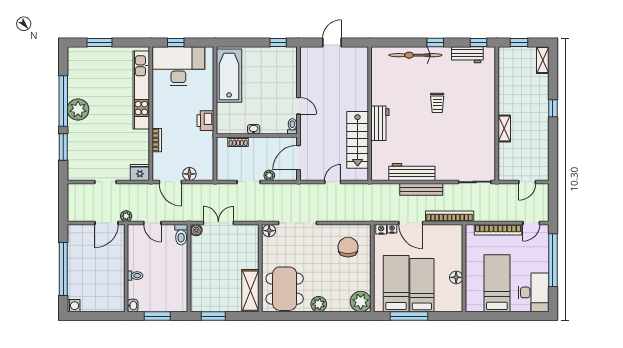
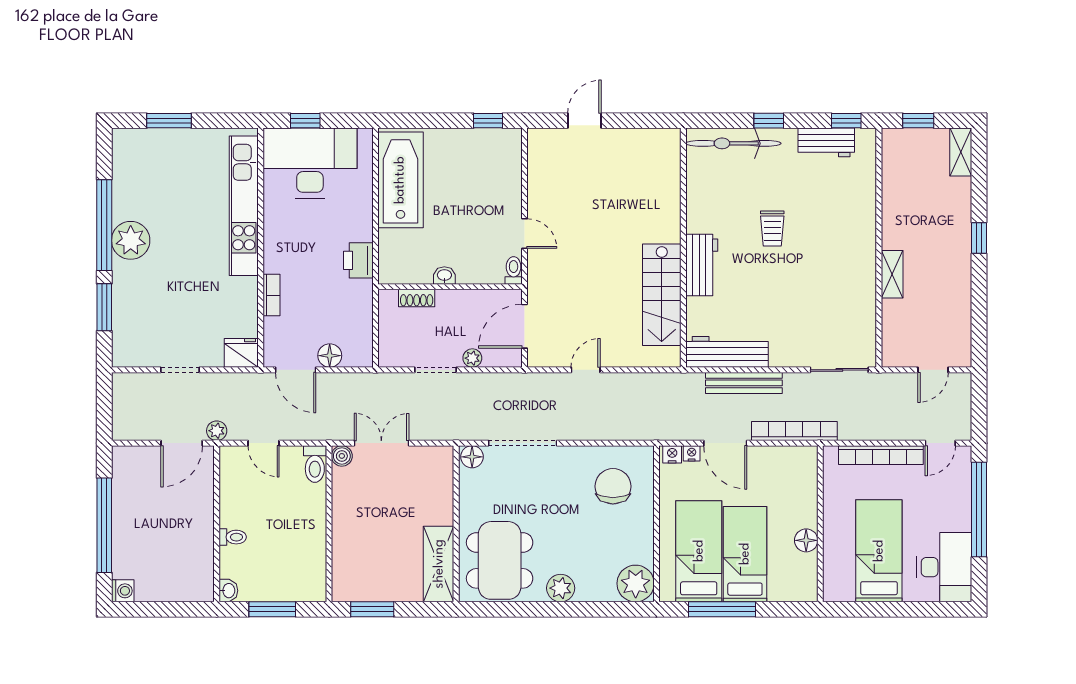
wall: (370, 114) -> (683, 248), moved
workbench: (380, 123) -> (702, 265), moved
stairs: (358, 140) -> (662, 295), moved

